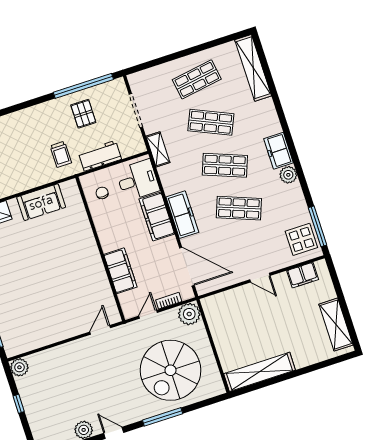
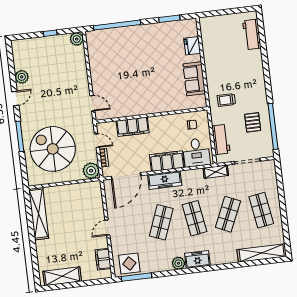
pallet: (83, 114) -> (253, 122), turned 90
workbench: (100, 156) -> (221, 139), moved
shop shelf: (225, 165) -> (195, 218), turned -30

